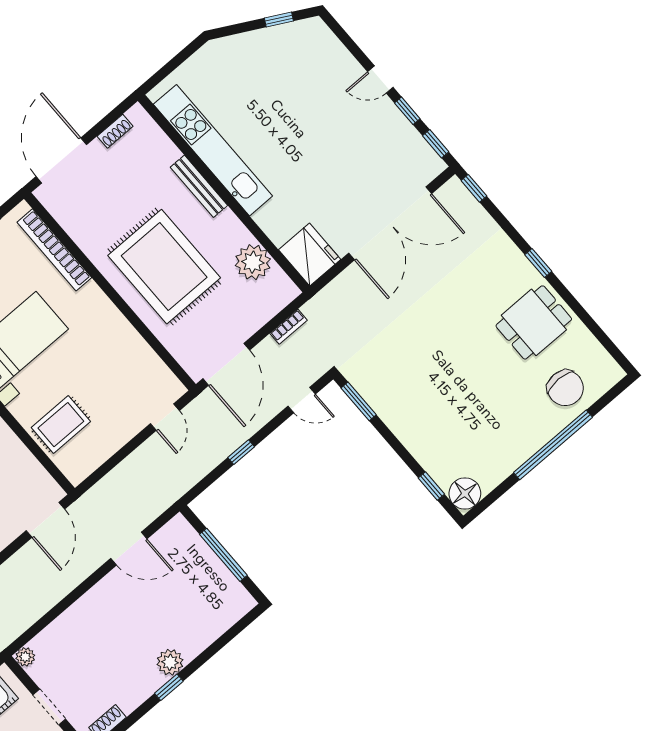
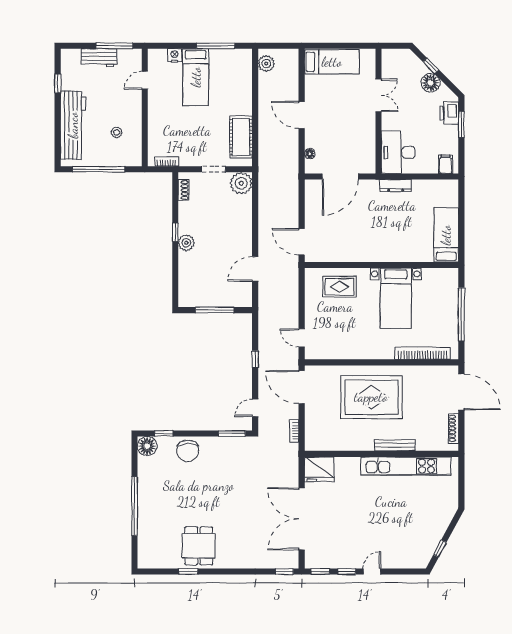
shoe rack: (115, 131) -> (453, 428), width x1.43
plant: (253, 262) -> (338, 440), removed
window: (538, 263) -> (188, 572), moved
chair: (565, 388) -> (188, 451), moved, turned -90
rug: (61, 425) -> (339, 287), turned 90
plant: (25, 657) -> (241, 183), width x1.88, depth x1.88

